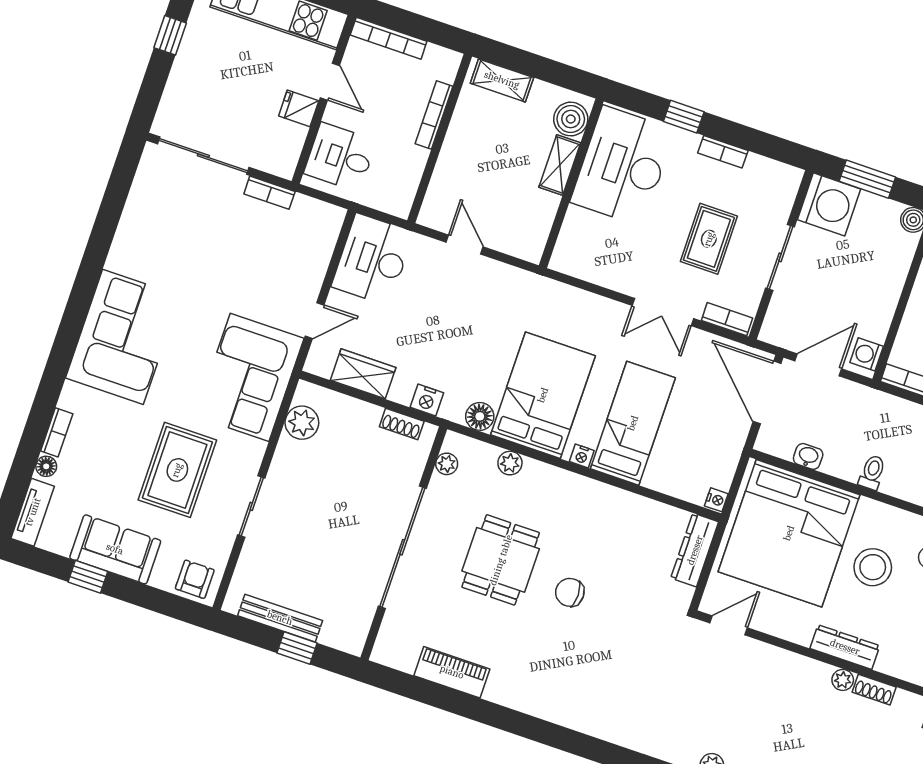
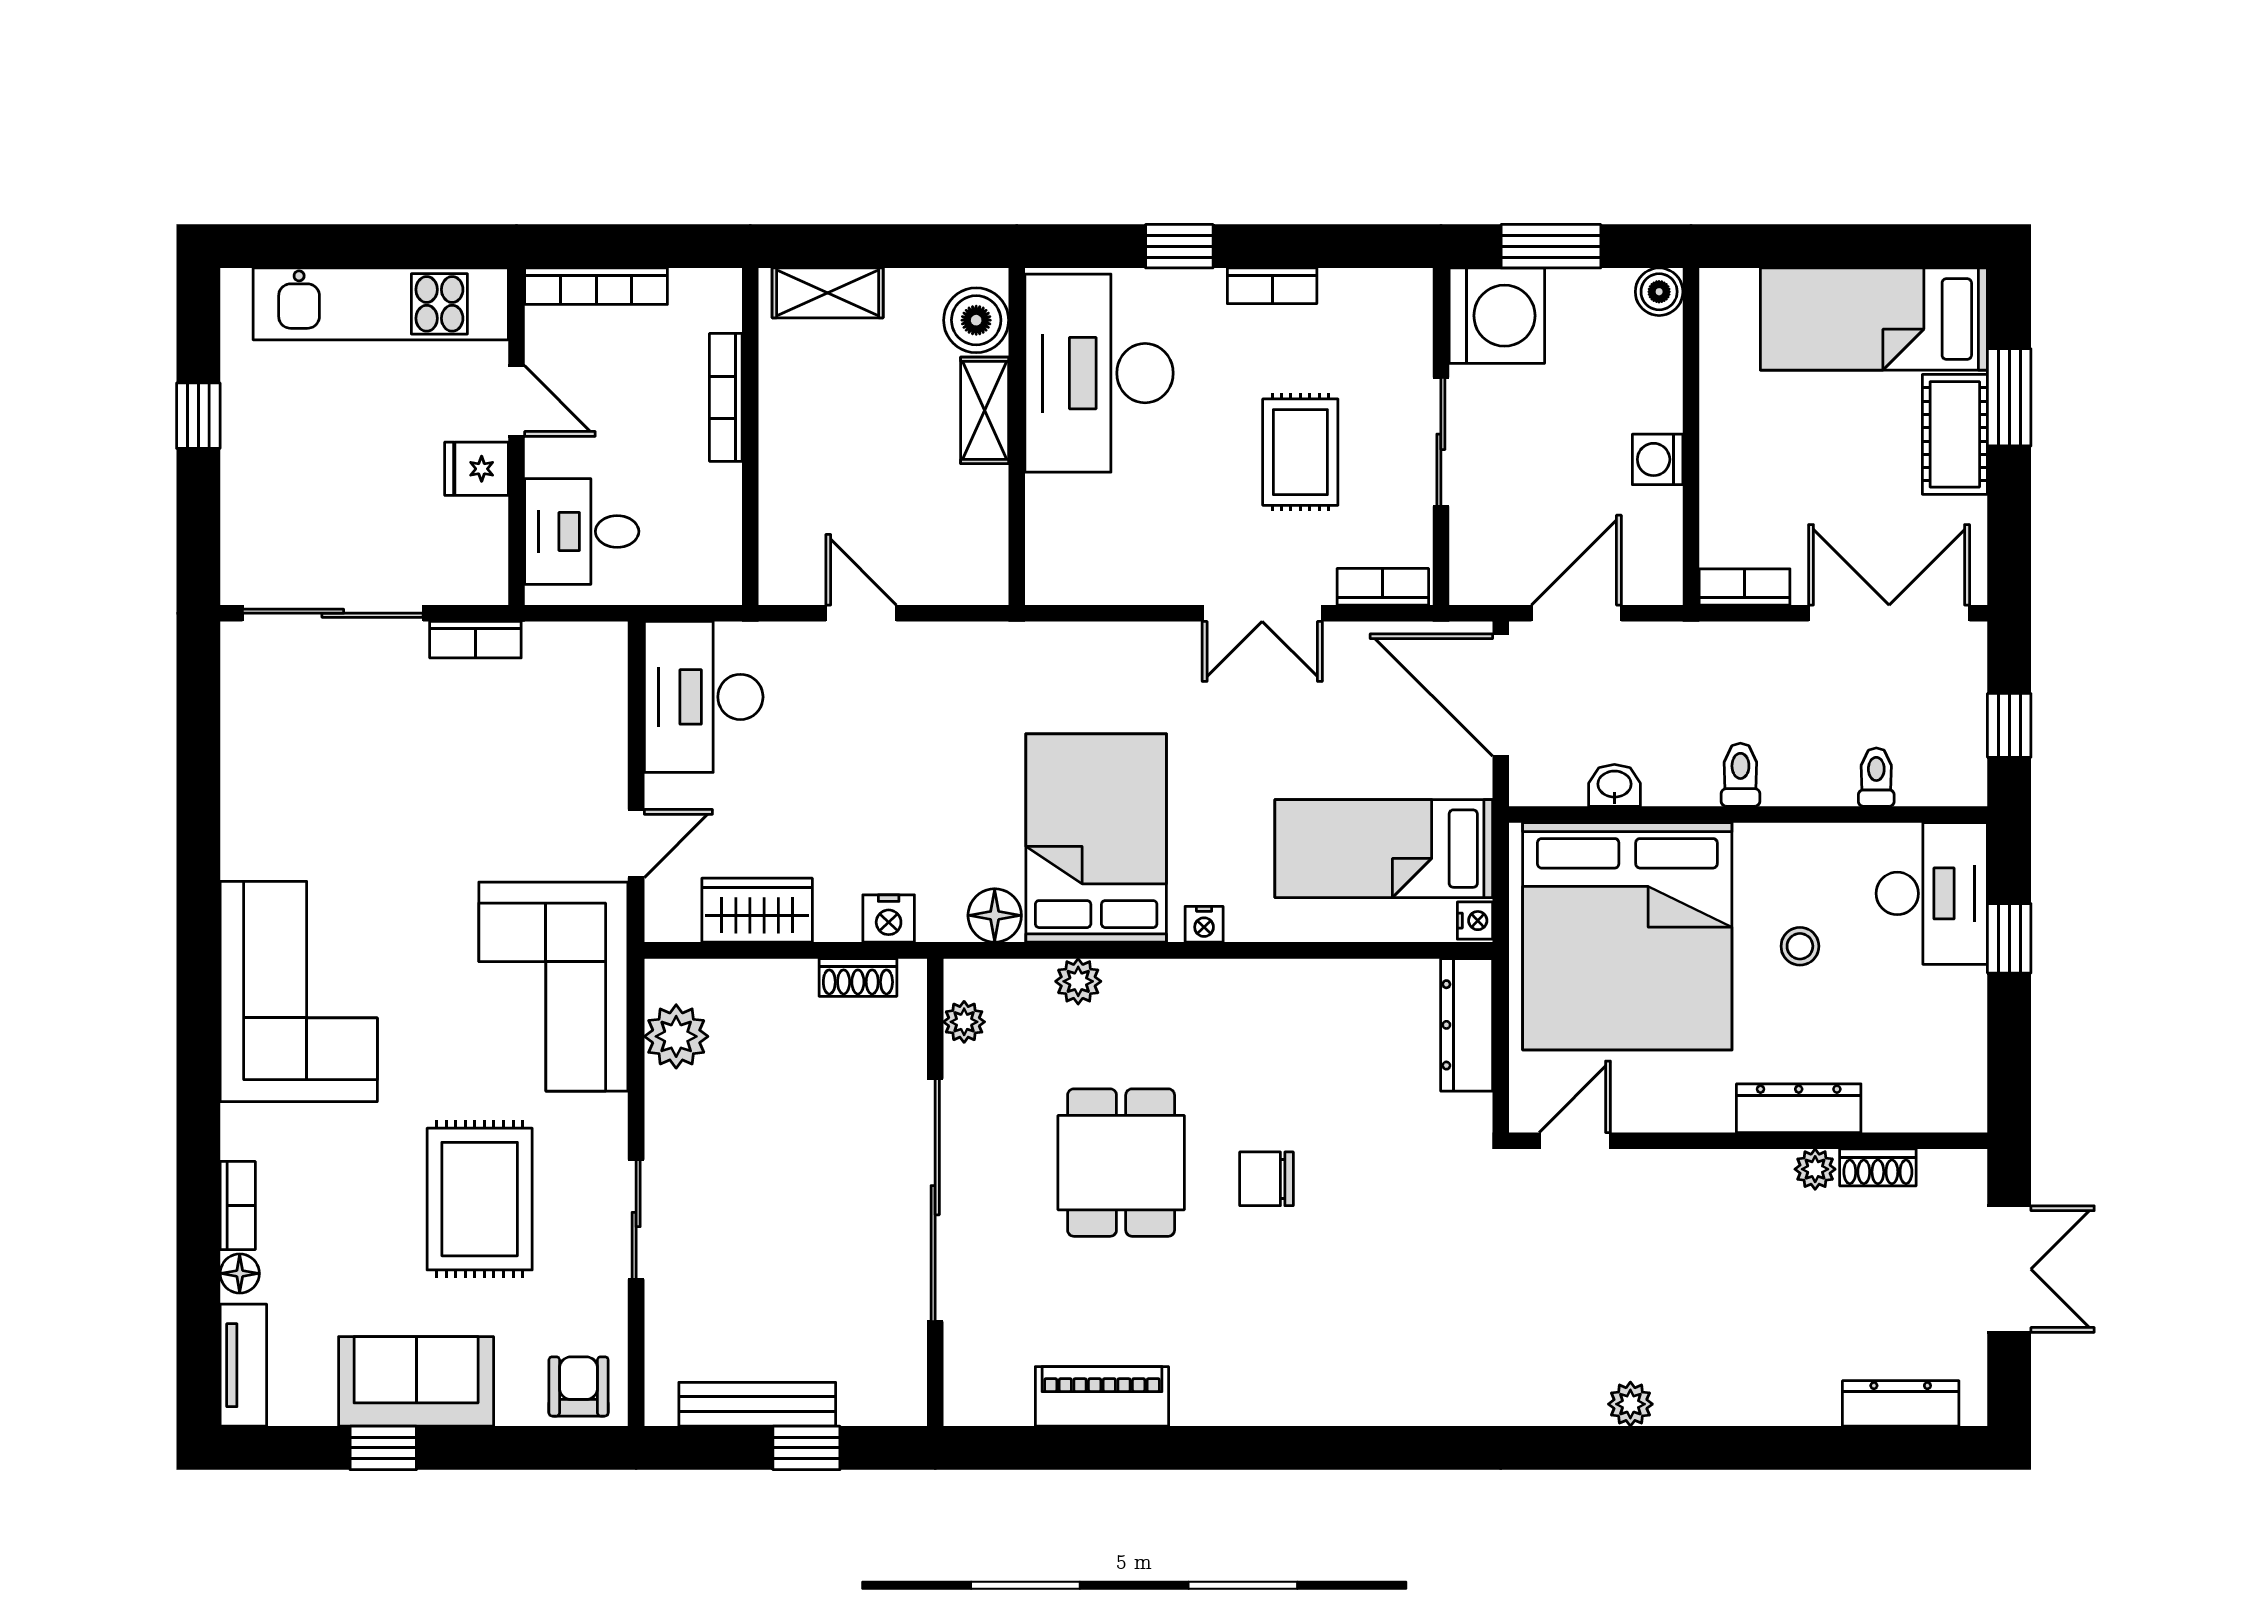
washing machine: (867, 354) -> (1658, 459), moved
bed: (633, 423) -> (1384, 849), moved, turned -90
stool: (873, 567) -> (1800, 946), width x0.53, depth x0.53

